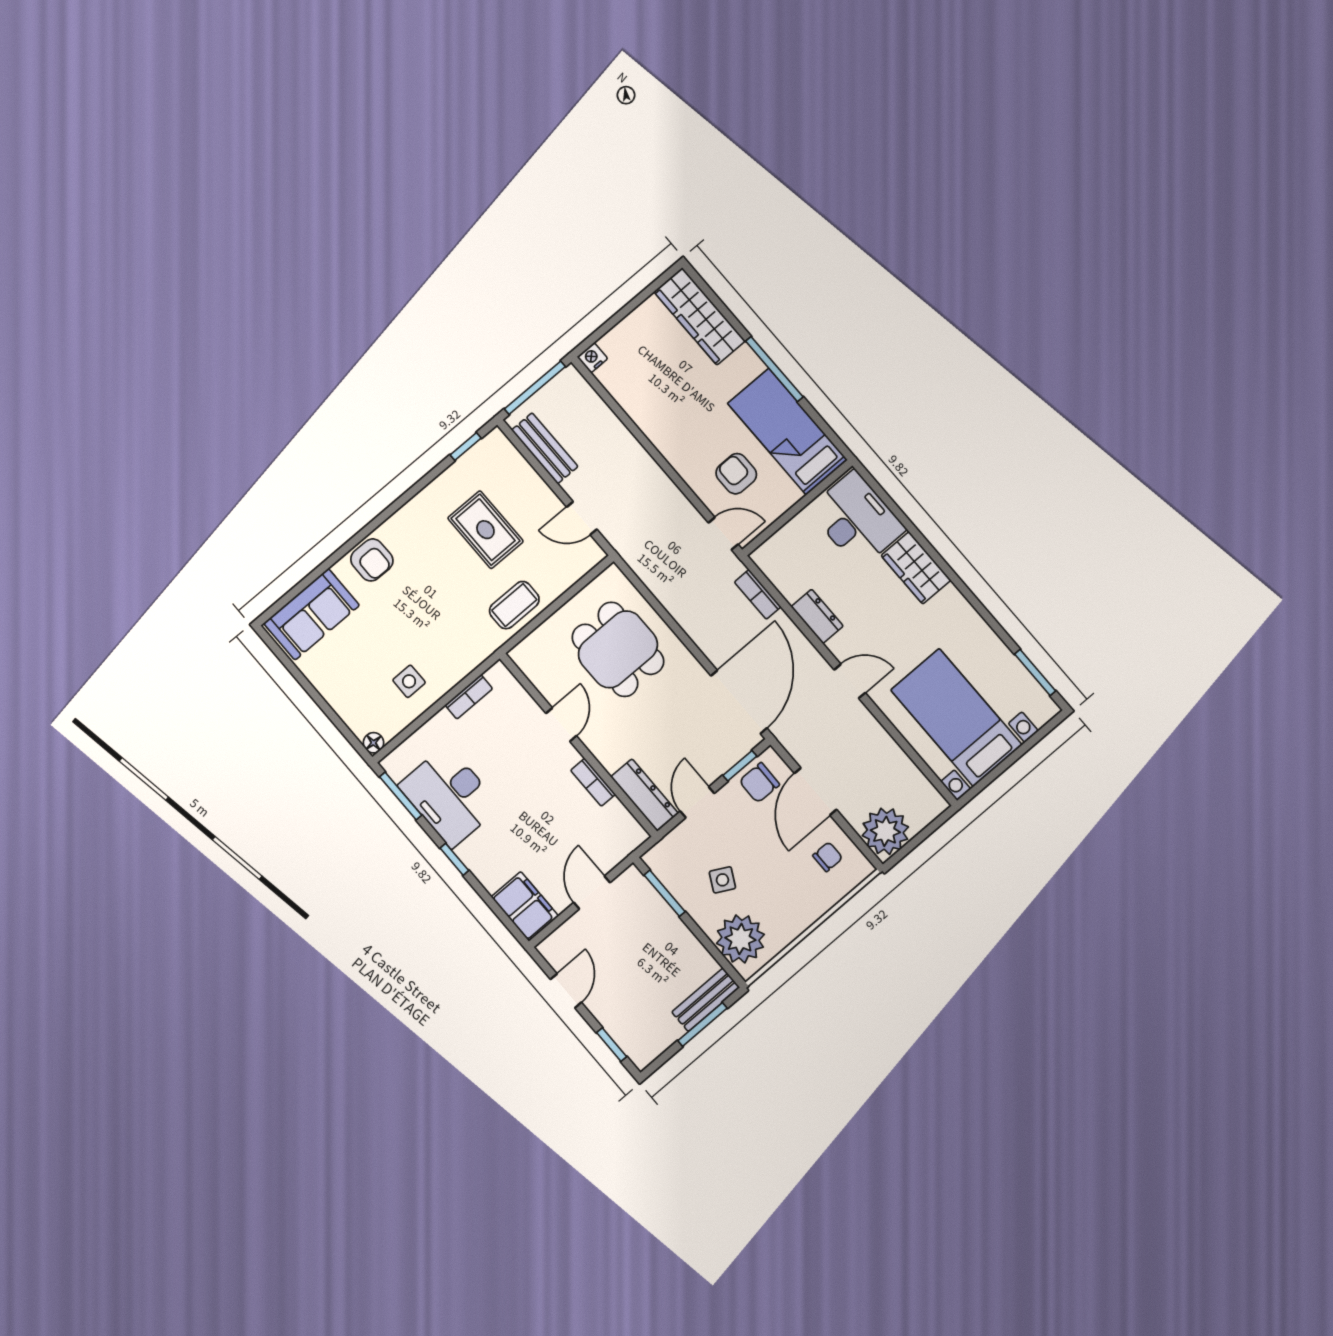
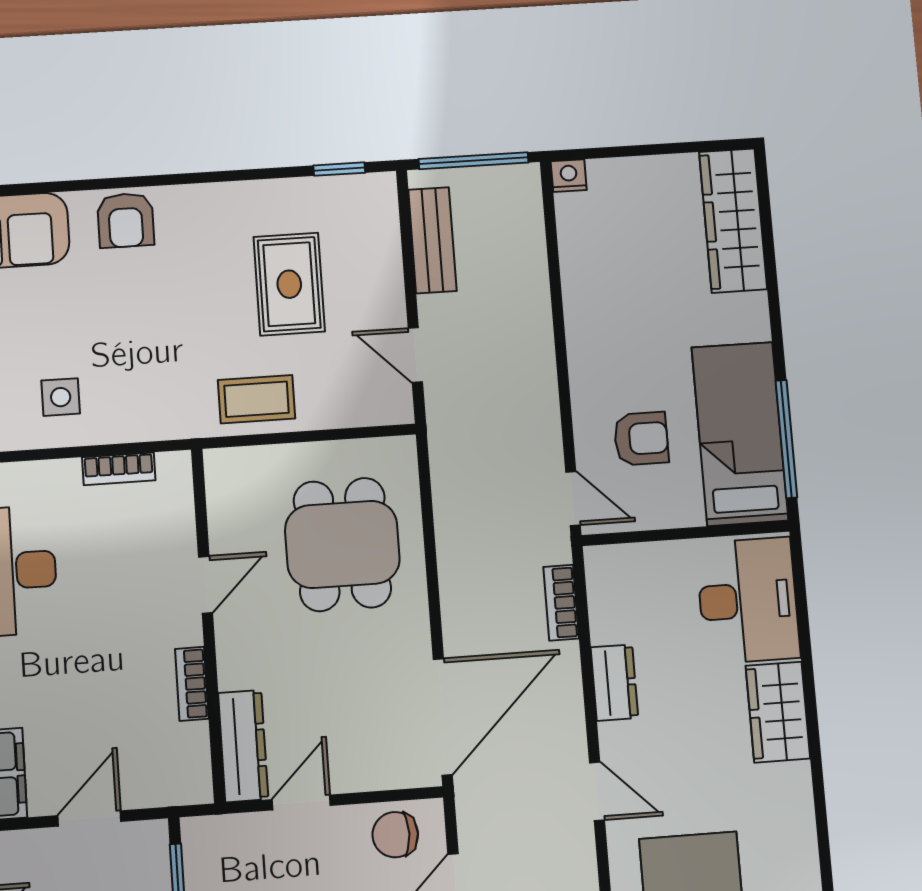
window: (774, 369) -> (786, 439), moved
armchair: (736, 474) -> (641, 439), turned 90
window: (740, 766) -> (387, 796), removed

